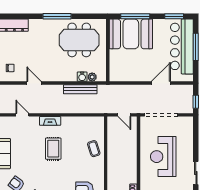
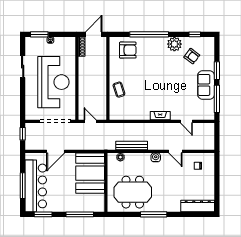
booth: (131, 34) -> (90, 173), moved, turned 90
water cooler: (82, 77) -> (156, 157), moved
rug: (53, 149) -> (157, 90), removed
reception desk: (163, 157) -> (53, 82), width x1.36, depth x1.30

